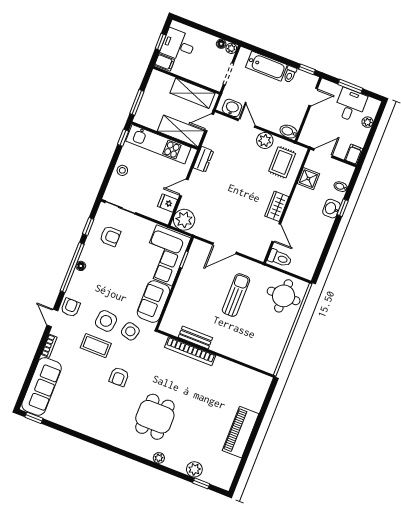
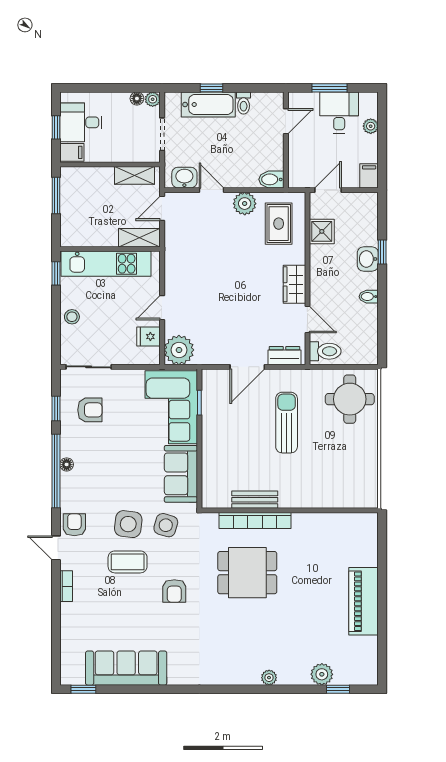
window: (307, 69) -> (211, 88), moved
shelving: (192, 93) -> (134, 175), width x0.67, depth x0.75
window: (137, 102) -> (56, 195), moved
shelving: (181, 131) -> (139, 238), width x0.67, depth x0.75
dresser: (203, 159) -> (285, 356), moved, turned -90
bidet: (341, 187) -> (369, 297), moved
sofa: (42, 386) -> (126, 668), moved, turned -90
dining table: (155, 417) -> (247, 573), moved, turned 90

